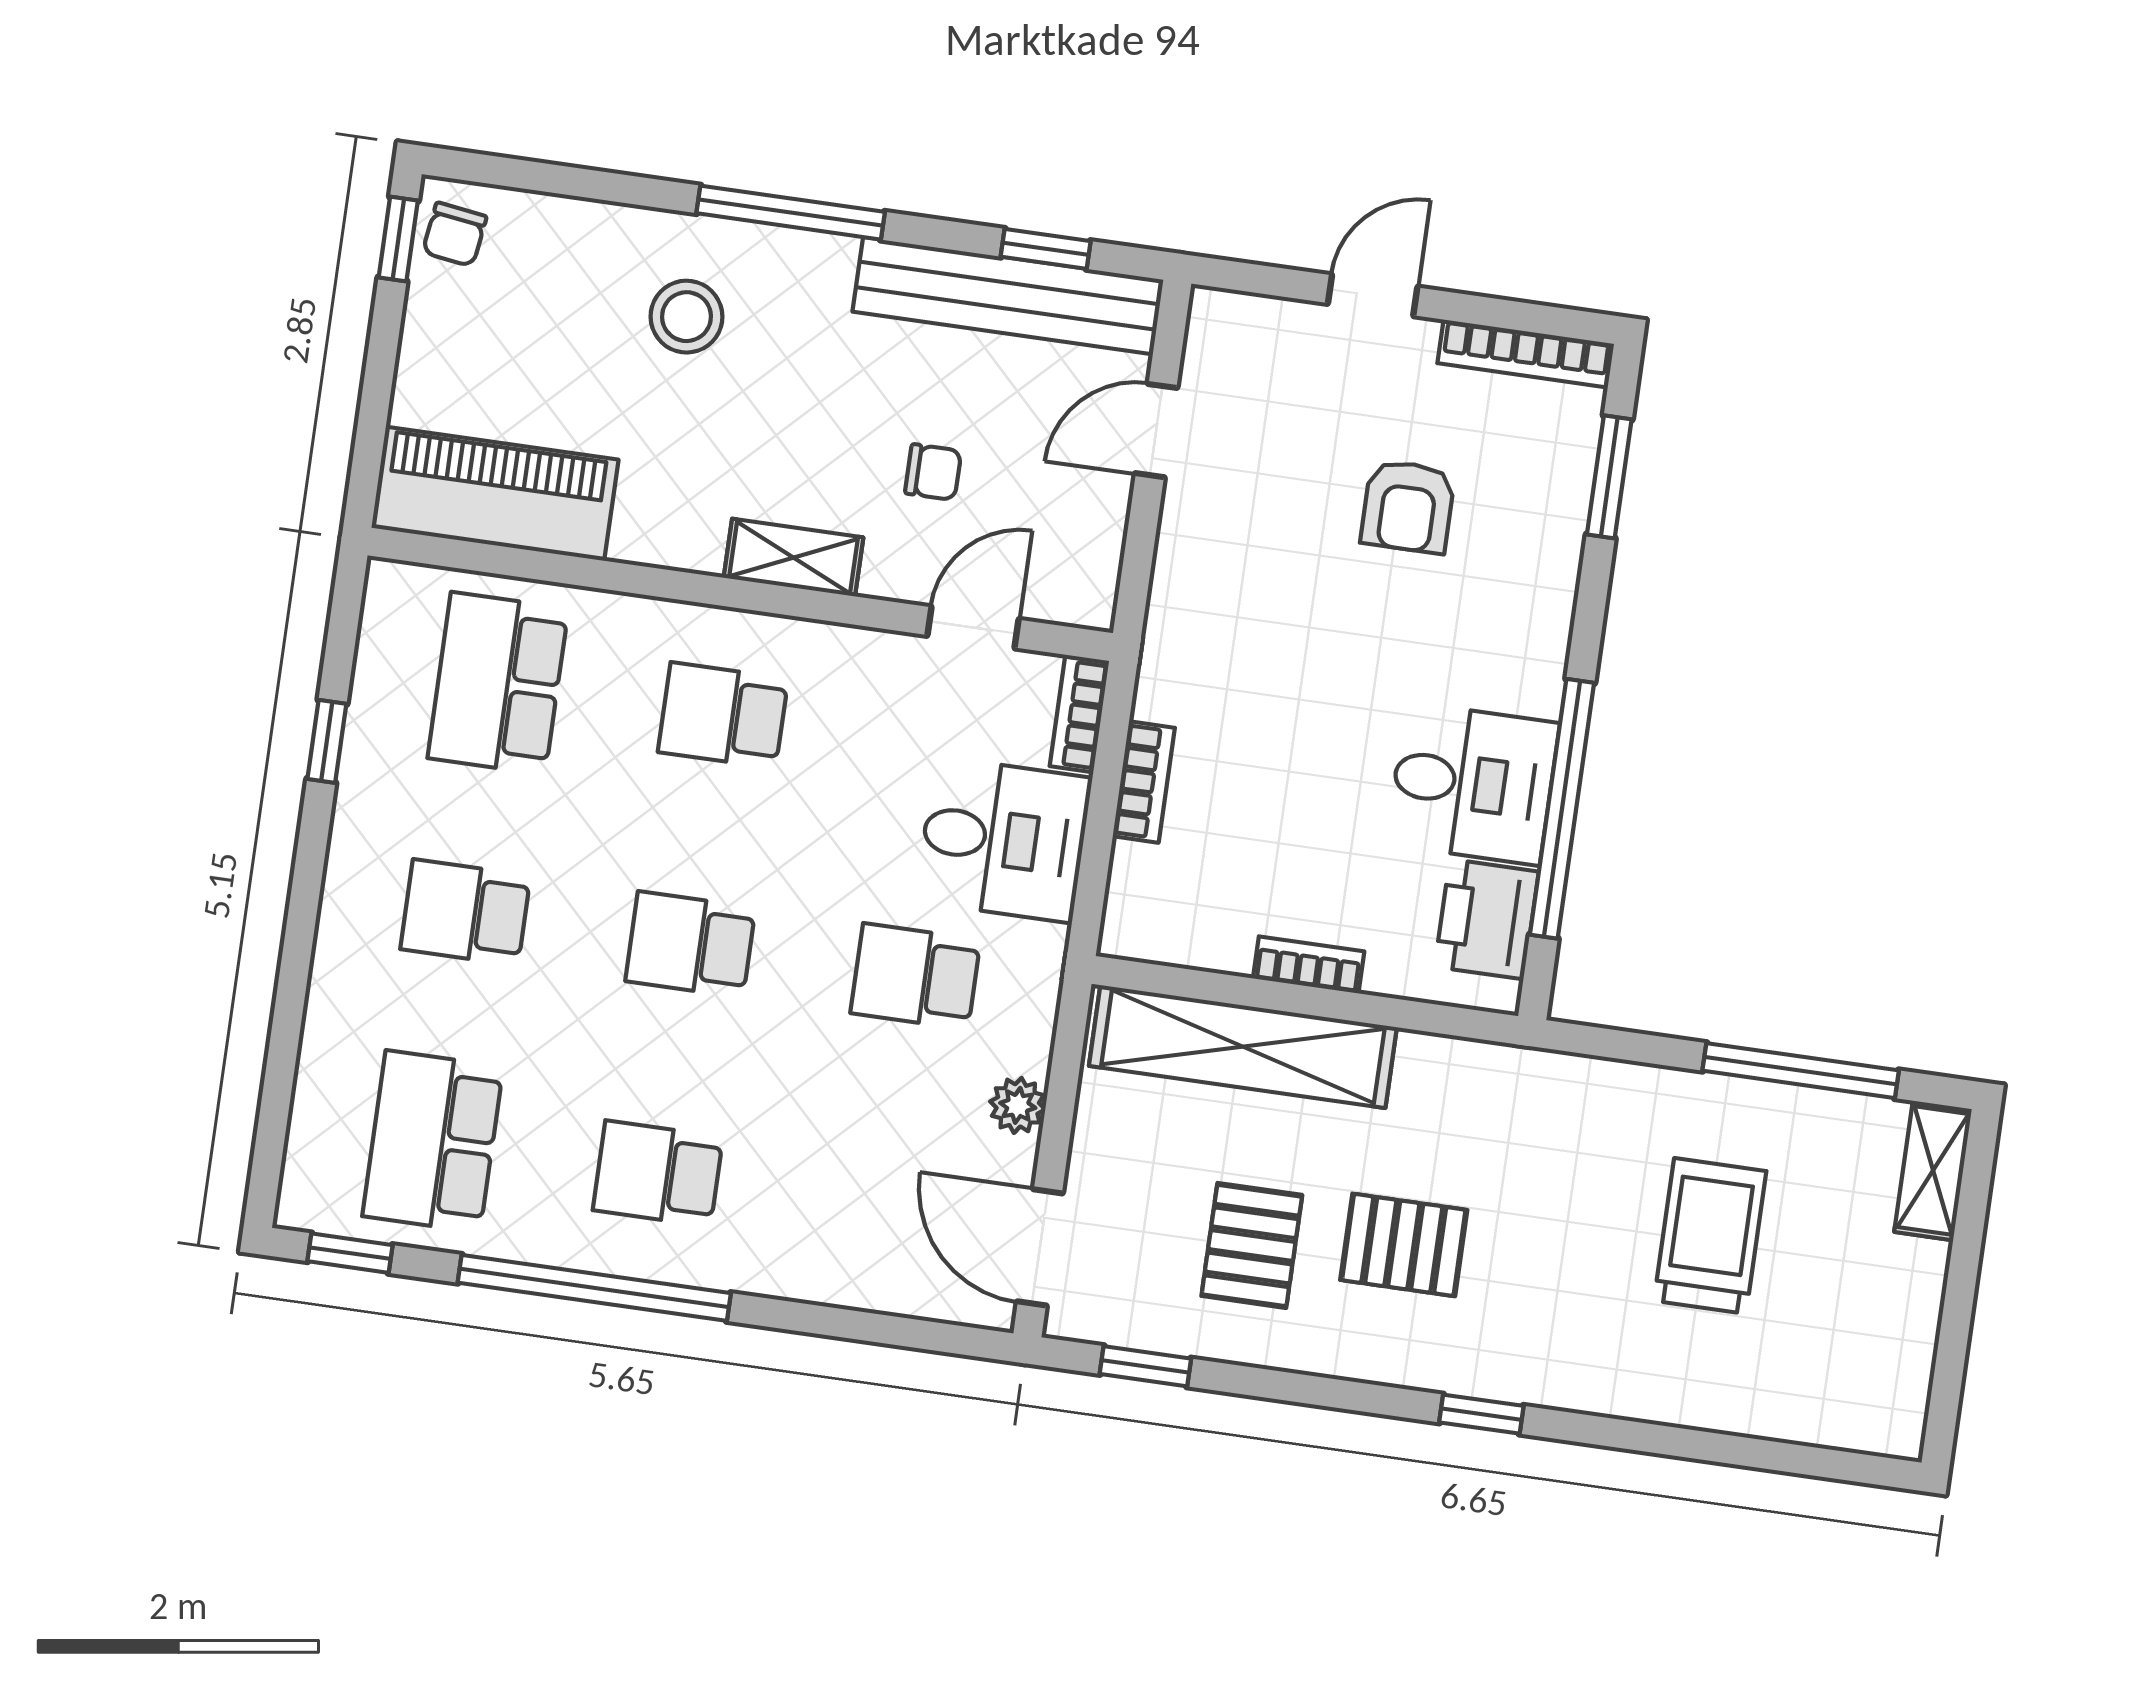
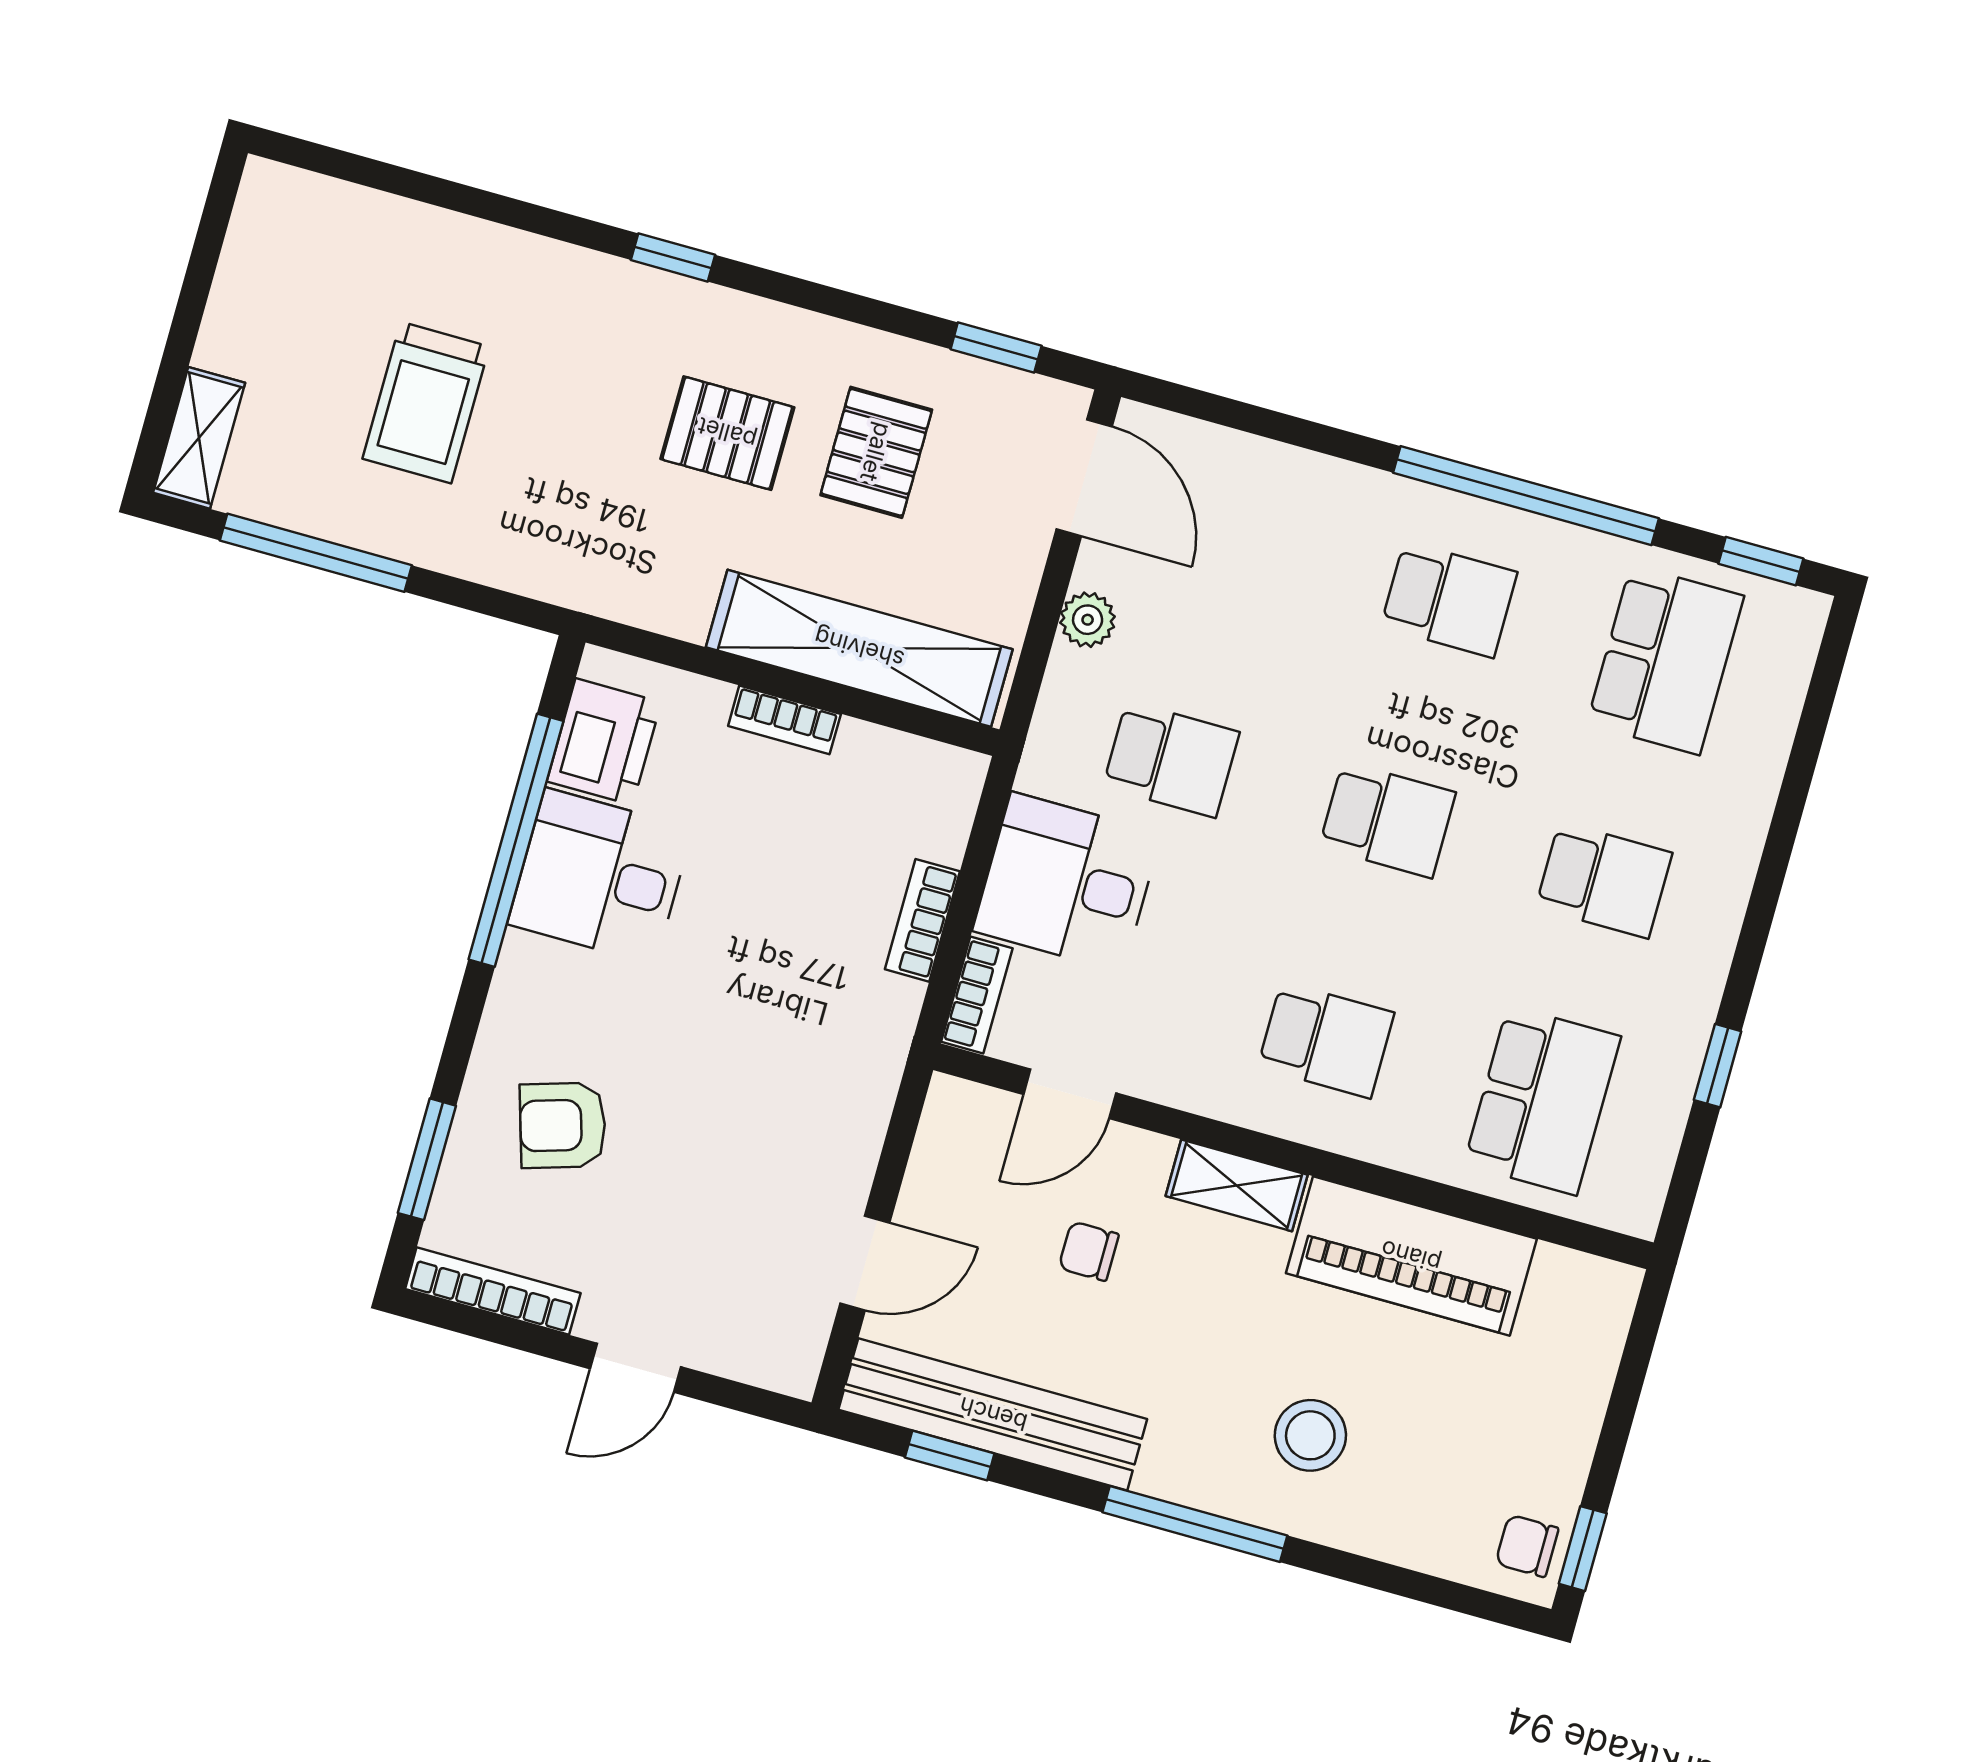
chair: (455, 234) -> (1527, 1546), turned -98
piano: (495, 494) -> (1411, 1256), moved
armchair: (1408, 507) -> (563, 1125), moved, turned -107

